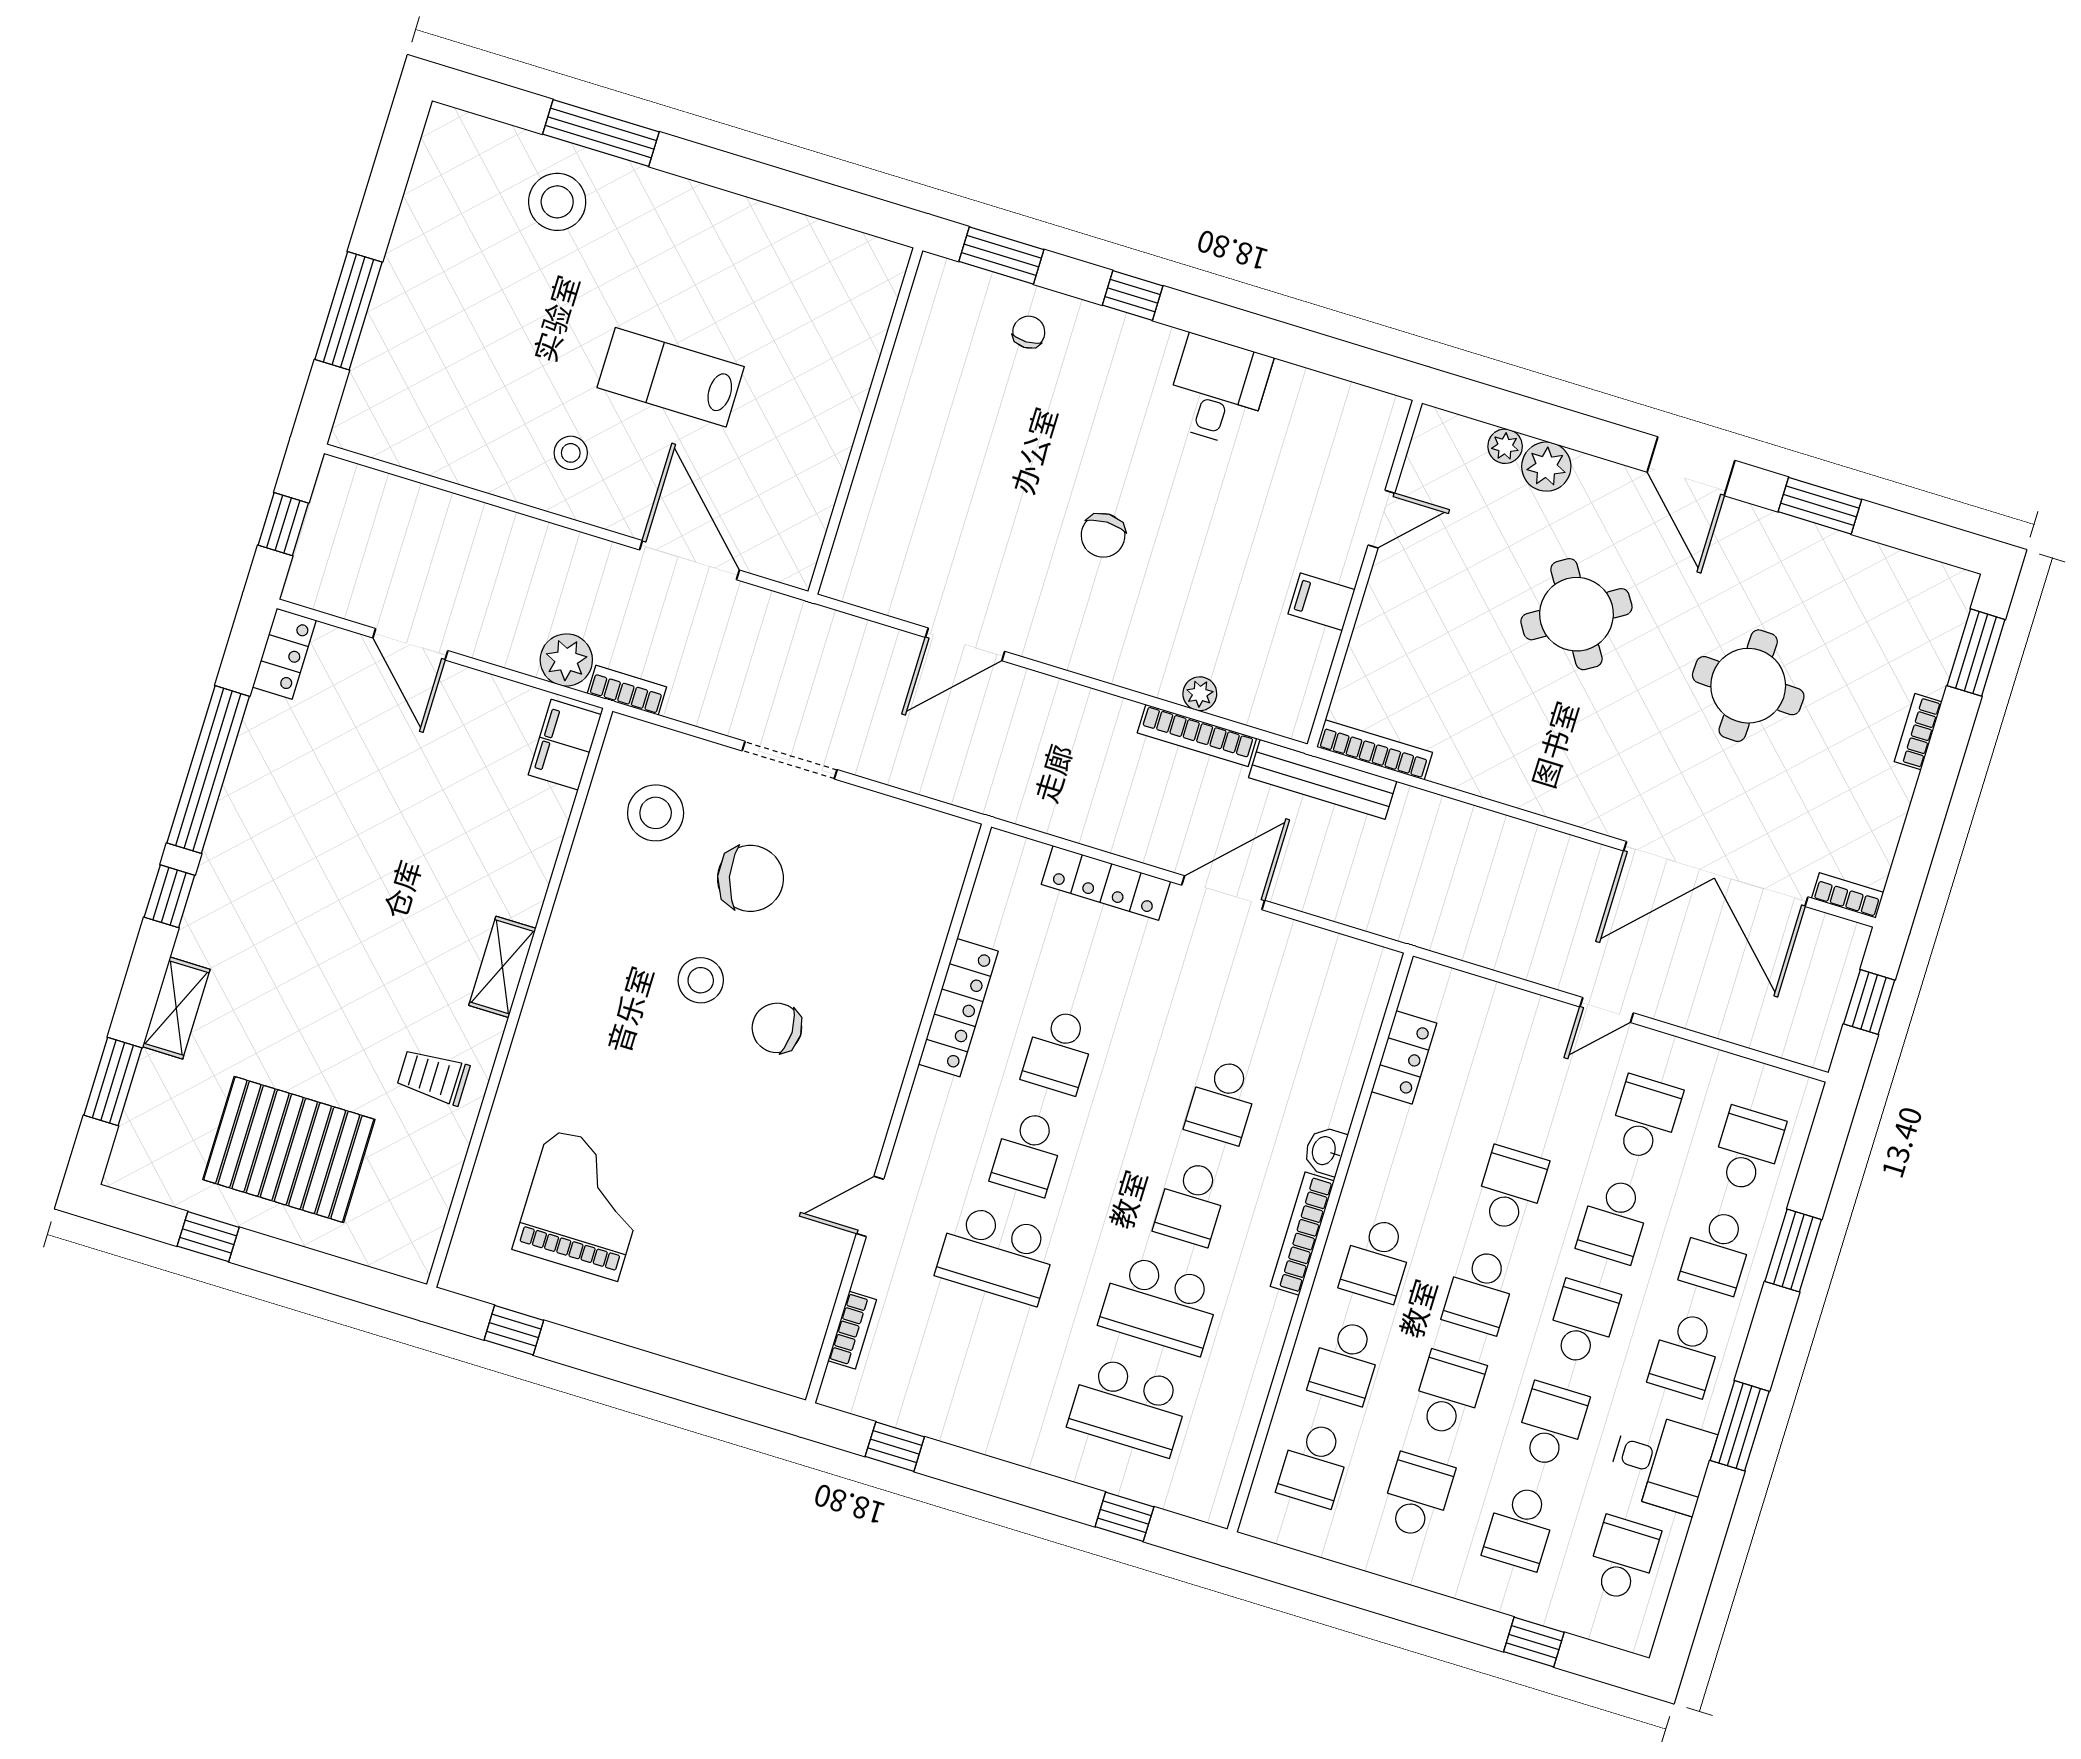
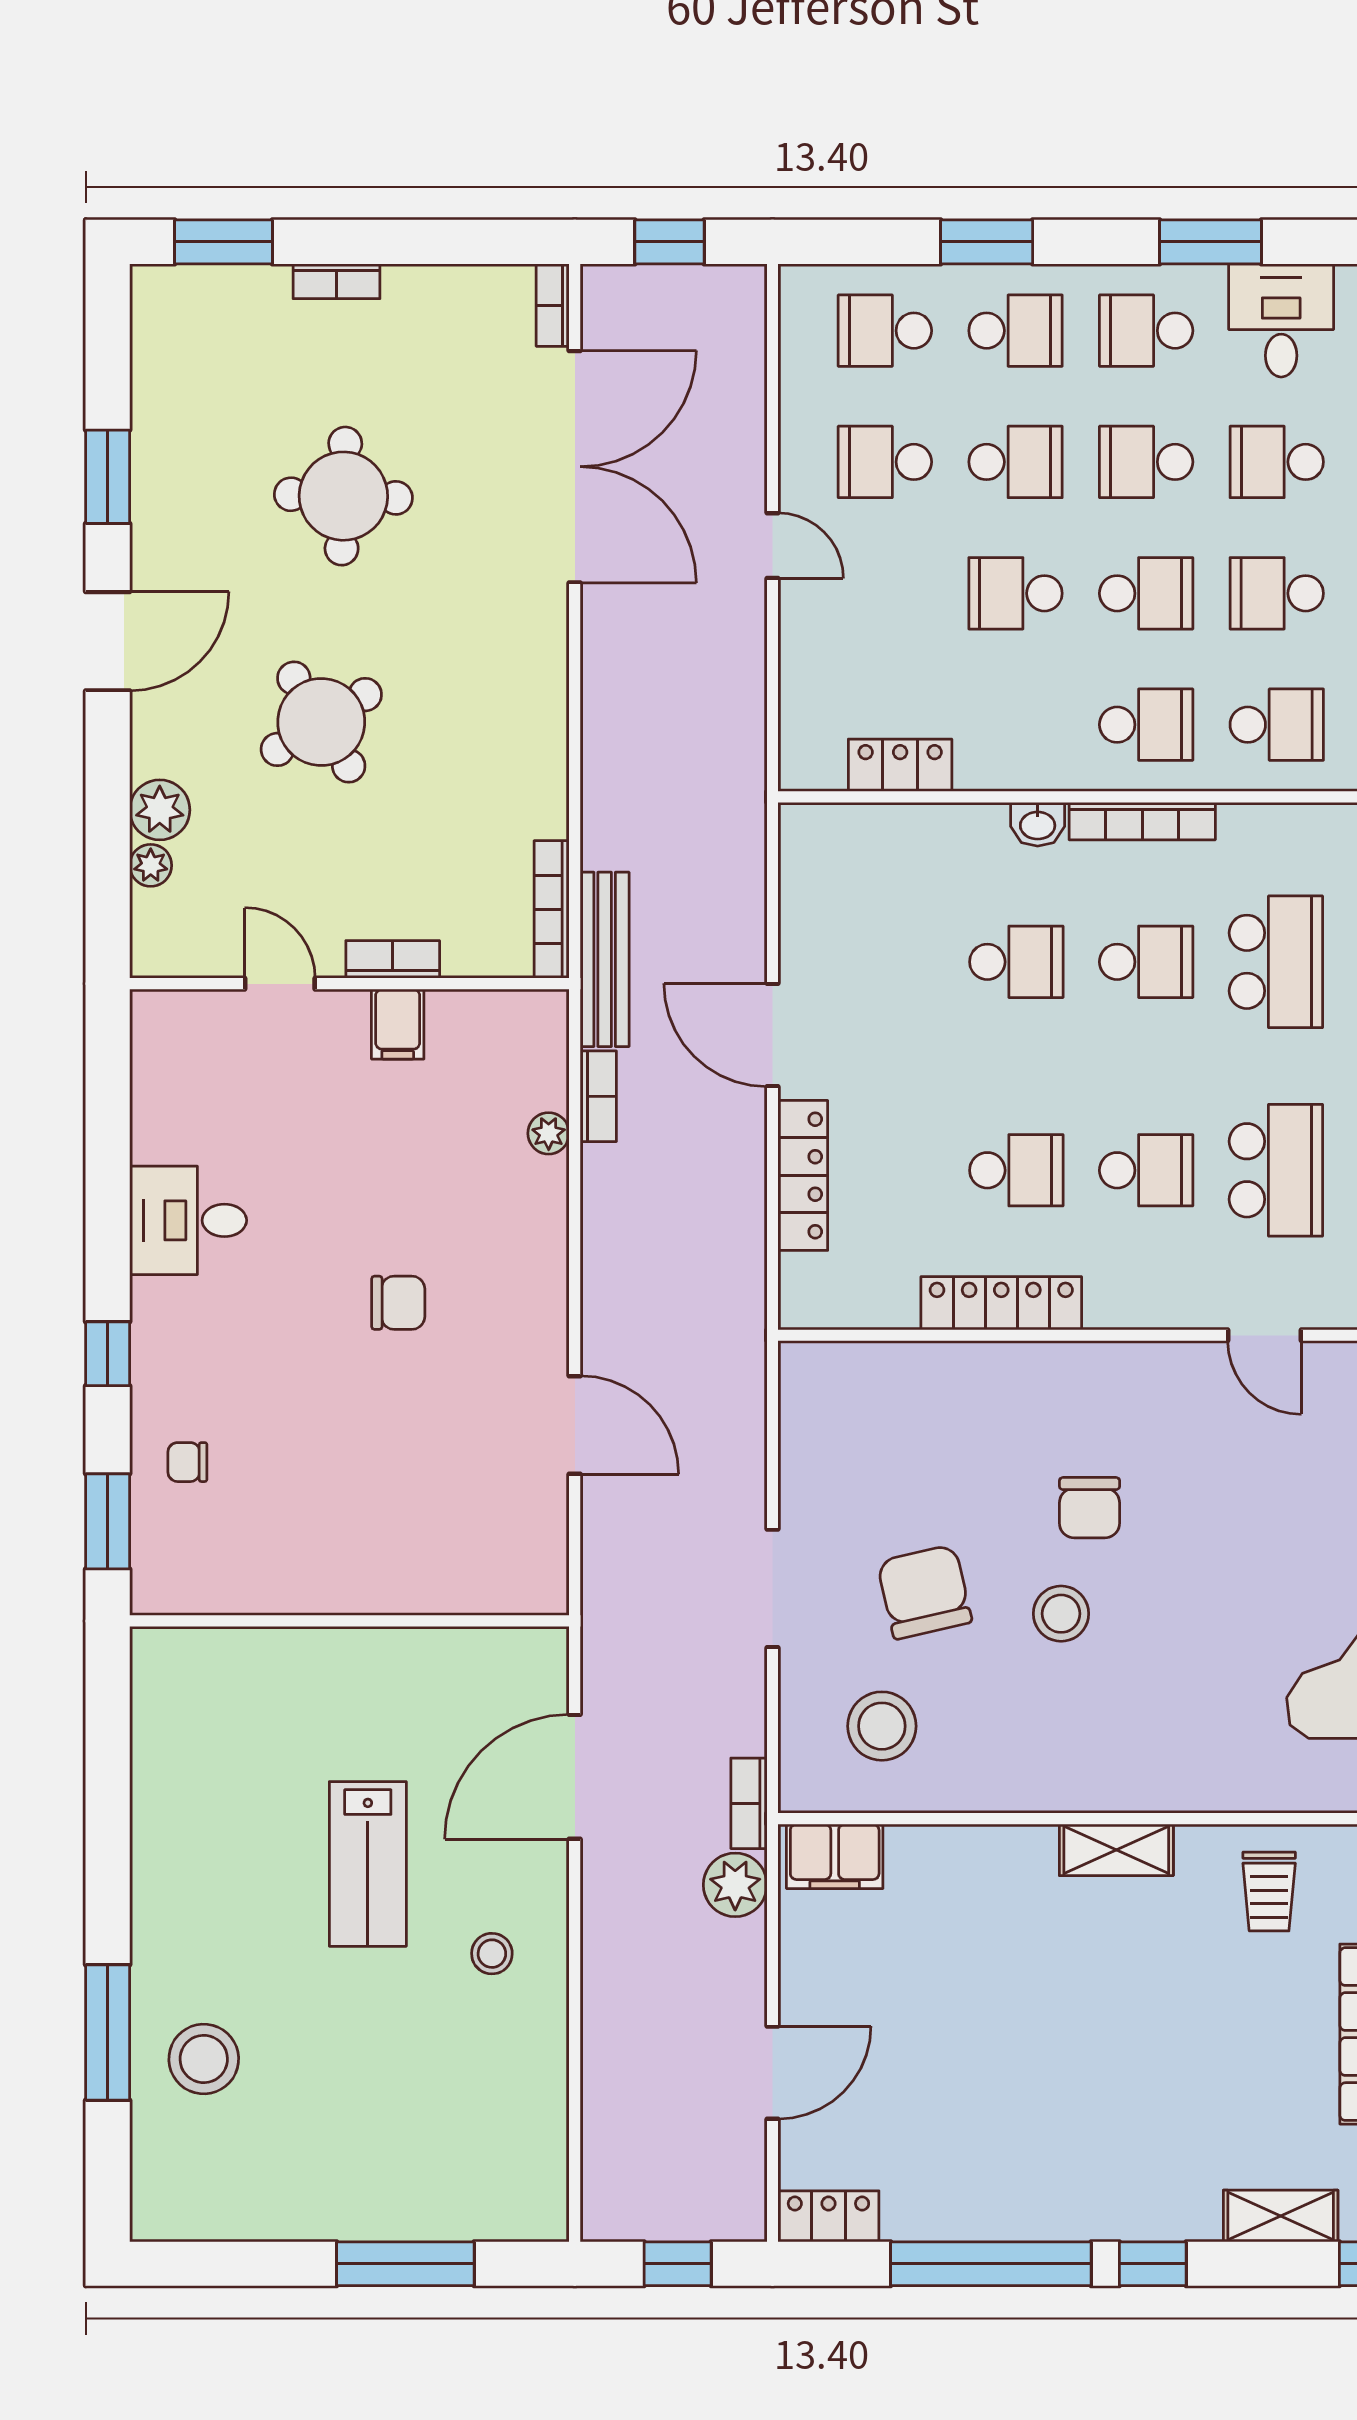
bookcase: (1373, 613) -> (393, 959), added
bookcase: (1197, 736) -> (598, 1096), width x0.64
school desk: (1686, 1354) -> (1146, 331), turned 180

